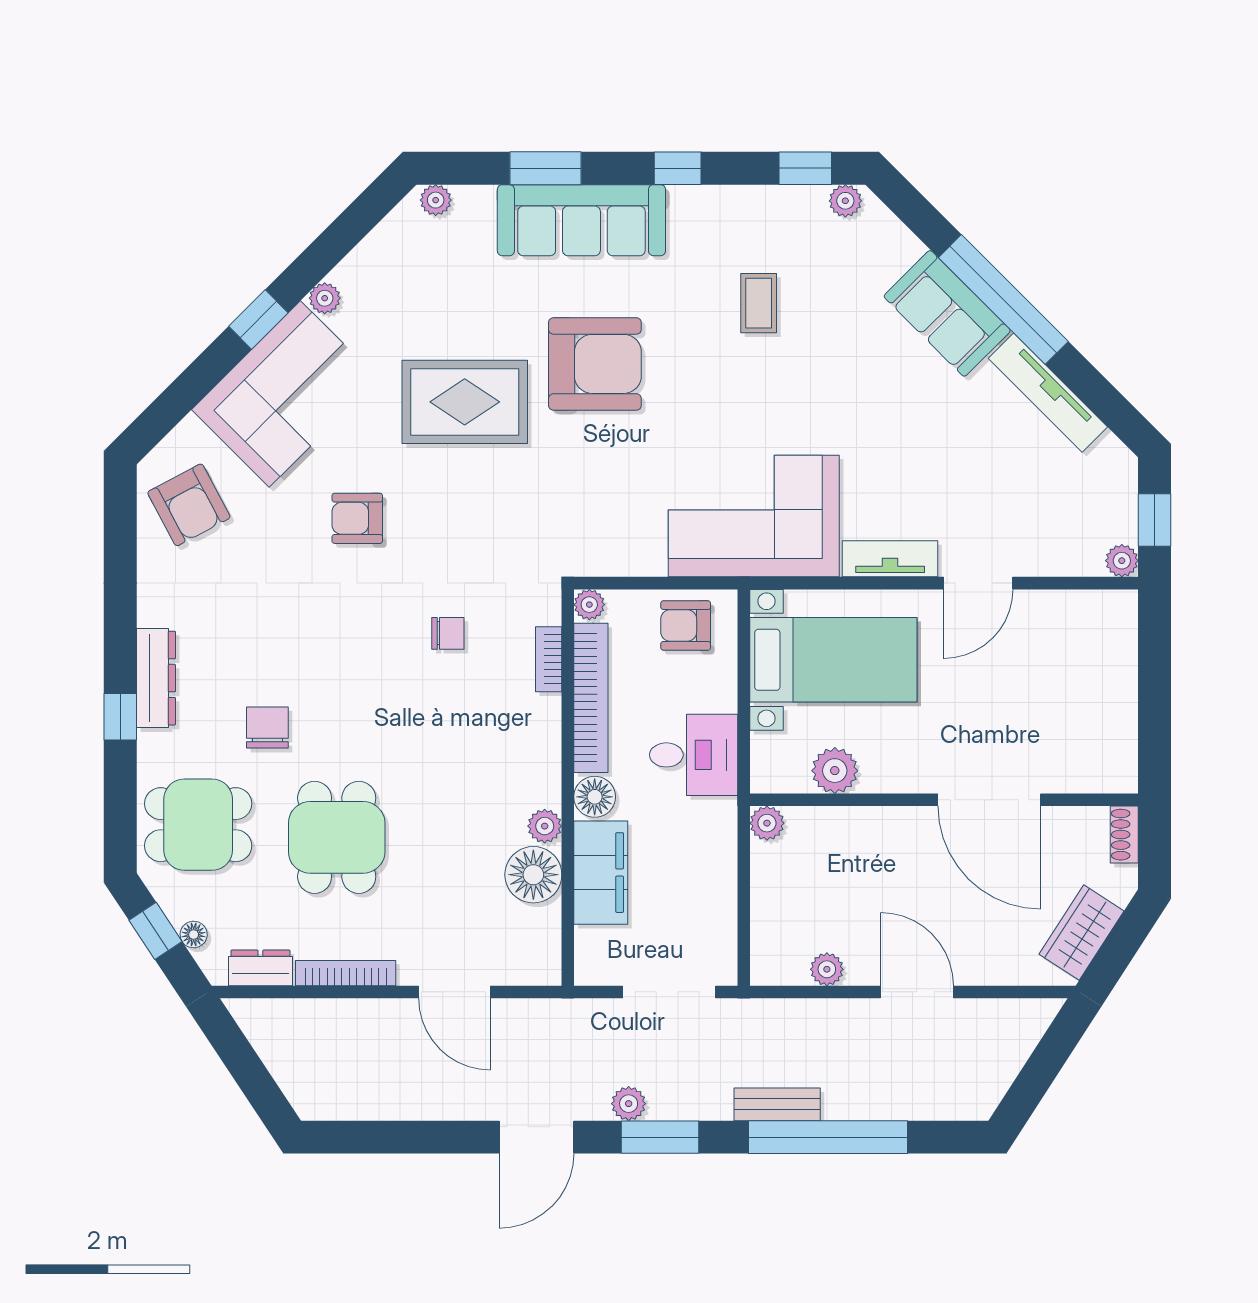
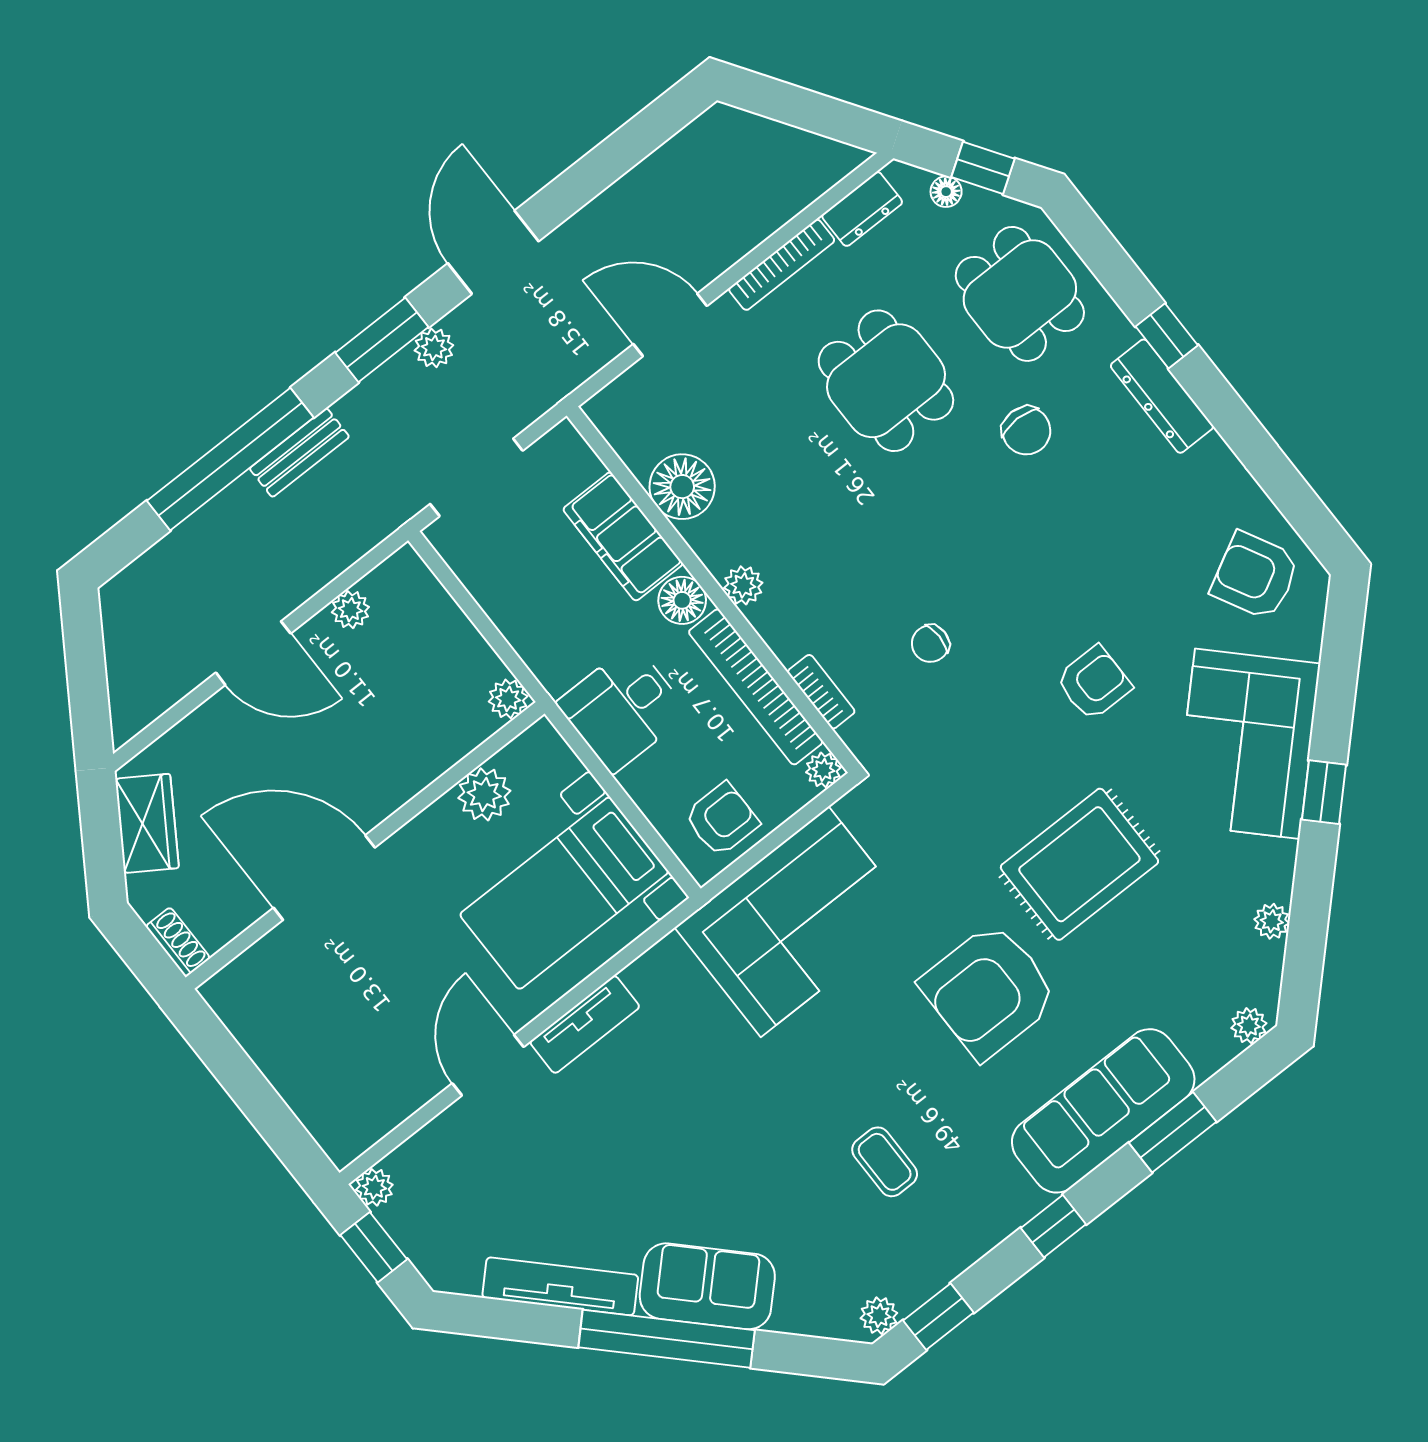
plant: (325, 298) -> (1272, 921), moved
corner sofa: (754, 516) -> (795, 922), moved
dining table: (198, 825) -> (1020, 294), turned 90
plant: (545, 826) -> (743, 585), moved

